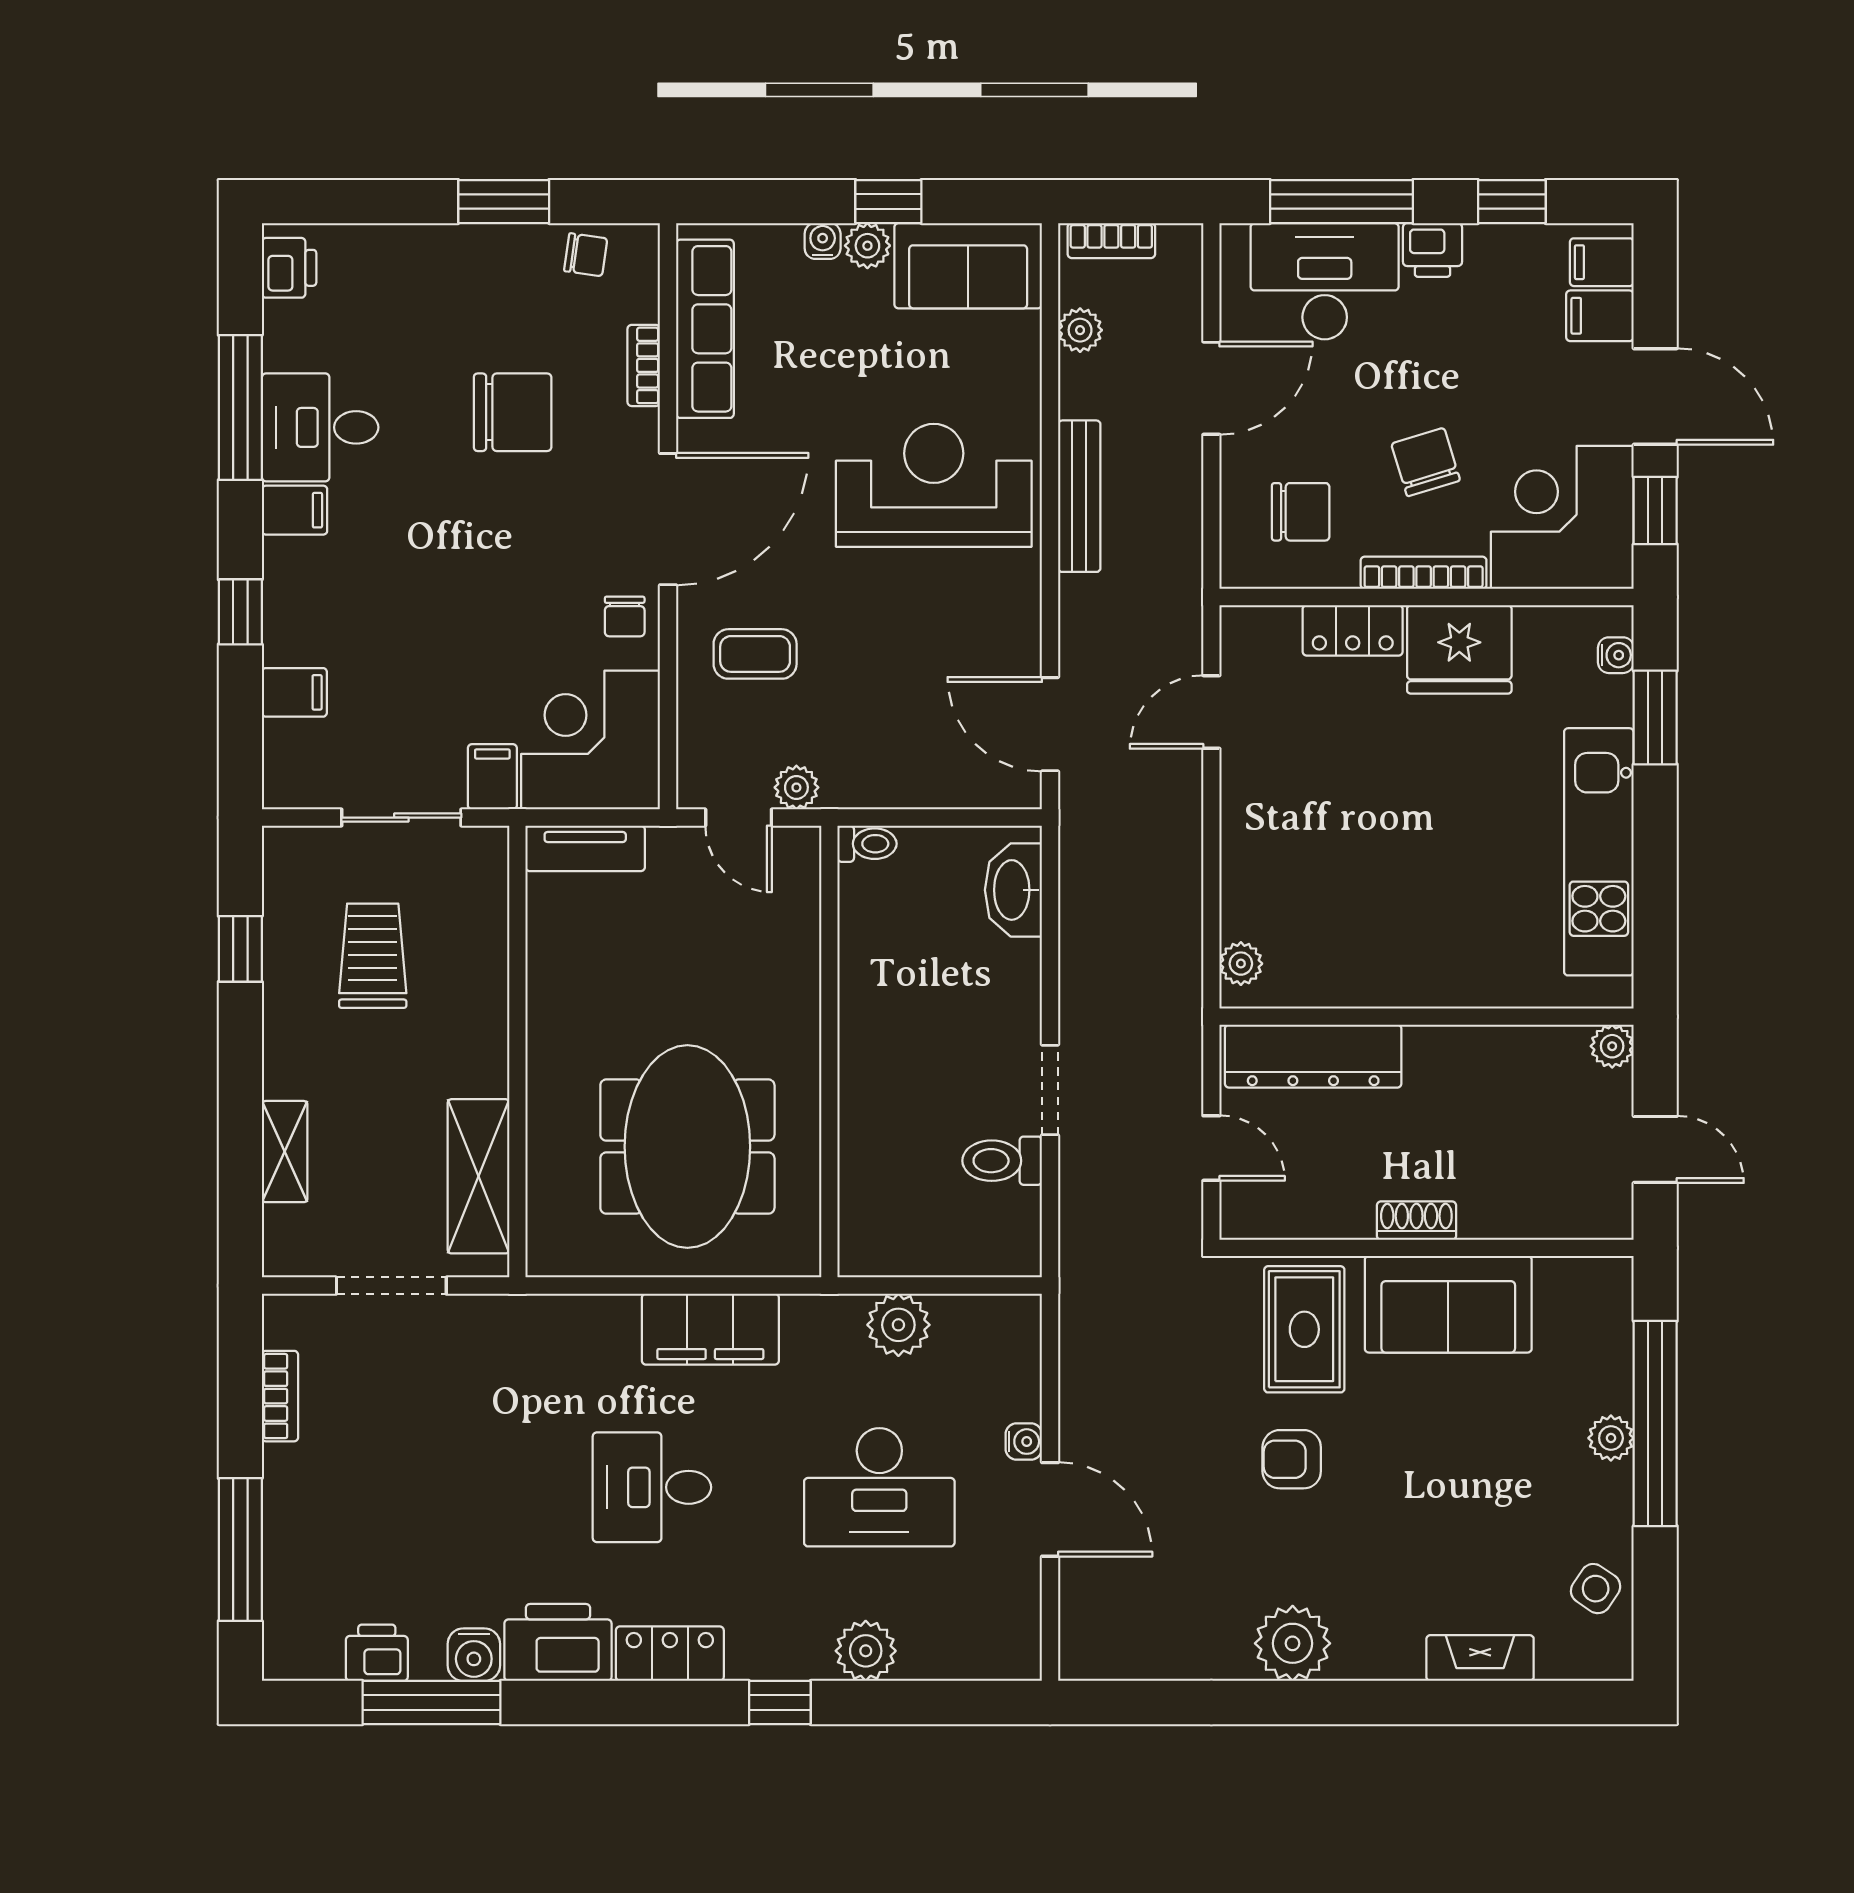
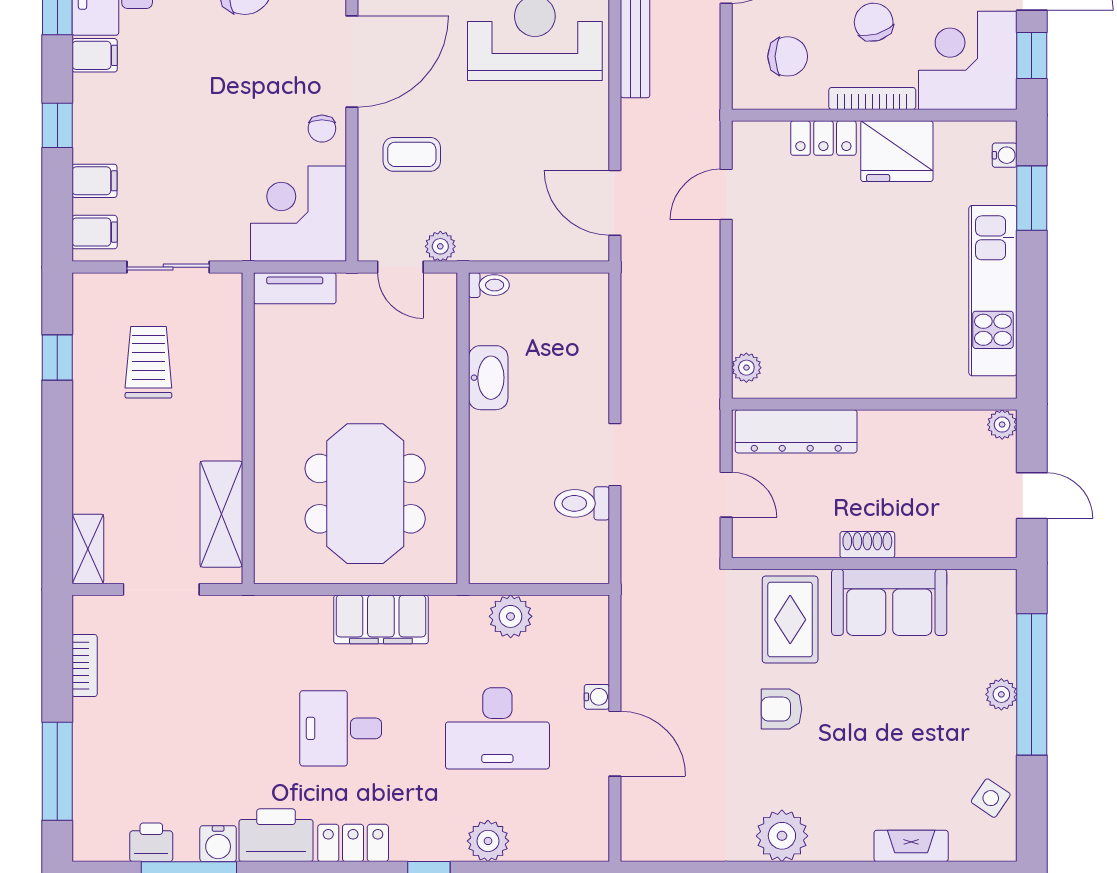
filing cabinet: (492, 777) -> (95, 232), moved, turned 90
washbasin: (1013, 890) -> (488, 378), moved, turned 180
shelving: (285, 1152) -> (88, 549), moved

